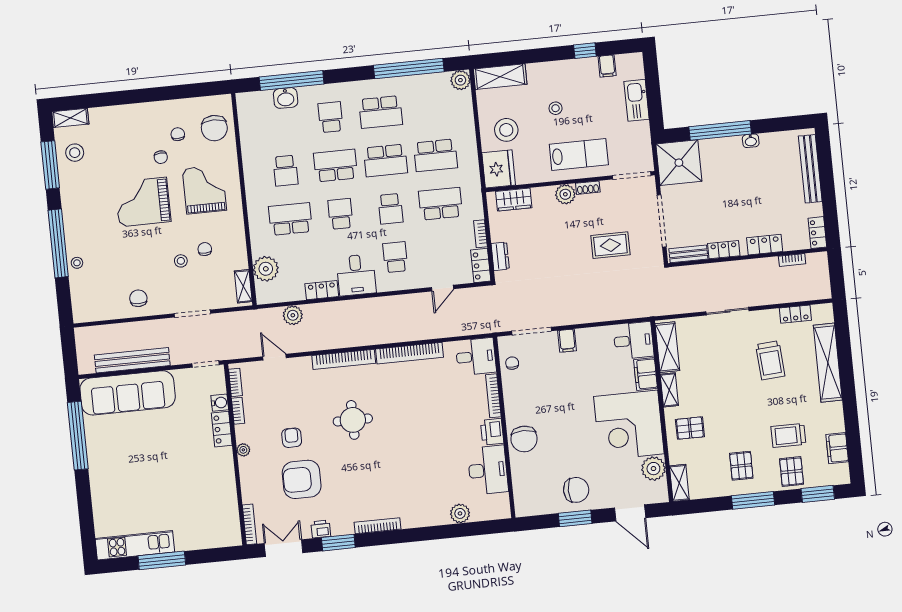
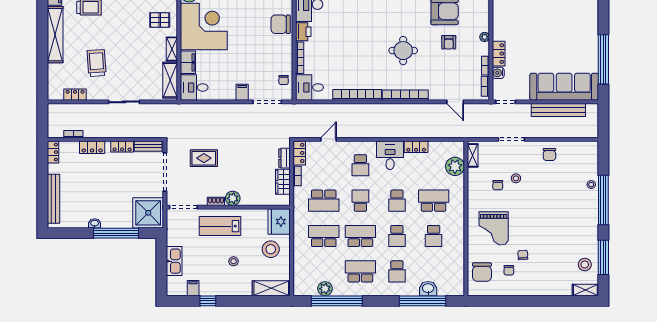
plant: (460, 80) -> (325, 289), moved
chair: (214, 128) -> (482, 272), turned 180
school desk: (335, 165) -> (397, 236), width x0.54
school desk: (285, 171) -> (434, 236), turned 180
wardrobe: (514, 200) -> (283, 182), moved, turned -90
grand piano: (143, 202) -> (539, 224), removed
school desk: (290, 219) -> (434, 201), turned 180
plant: (293, 315) -> (439, 131), removed
shelving: (828, 363) -> (55, 35), moved
chair: (524, 439) -> (281, 24), turned -90

